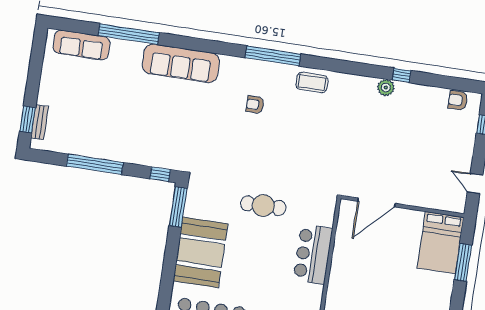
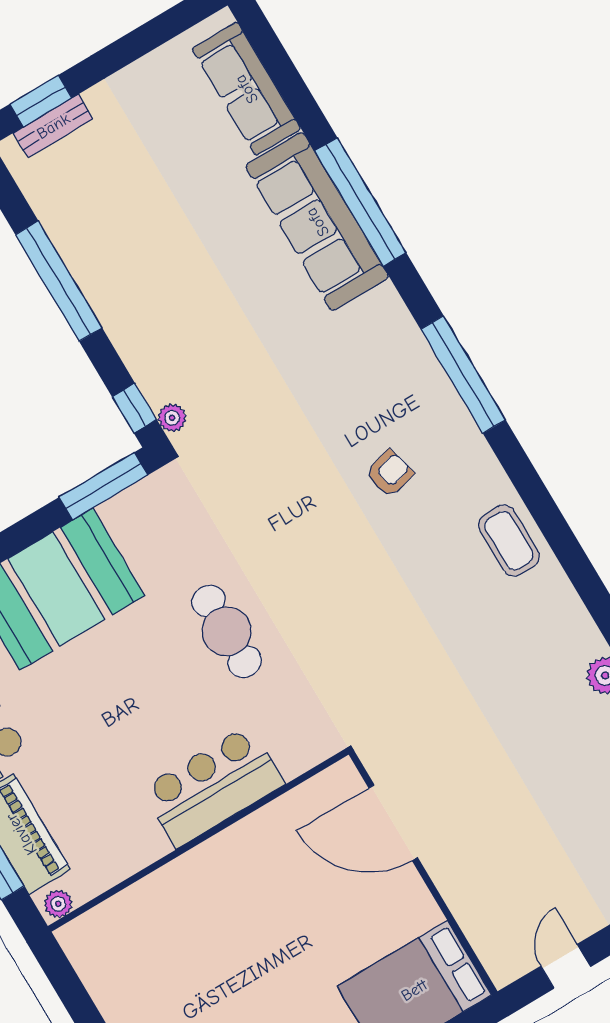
window: (129, 34) -> (360, 202), moved
window: (273, 56) -> (463, 375), moved
sofa: (181, 63) -> (317, 222), moved
armchair: (255, 105) -> (390, 473), turned 75
plant: (174, 164) -> (172, 418), added

